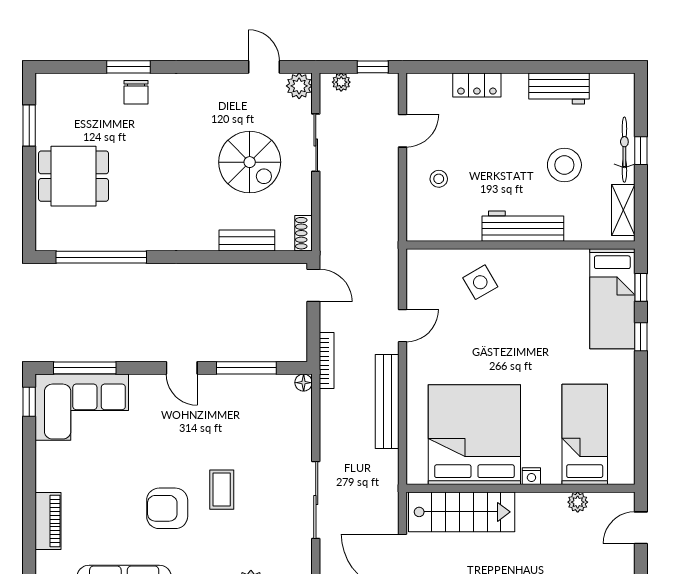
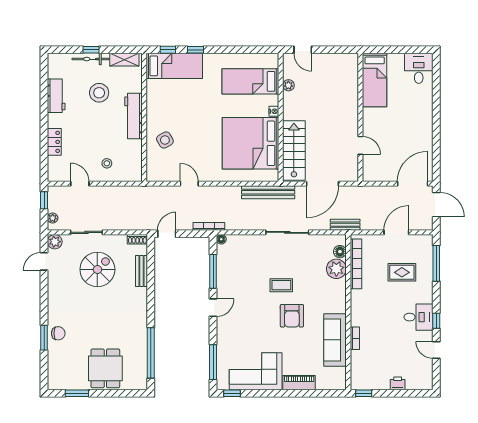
bench: (387, 401) -> (268, 192), moved
corner sofa: (82, 407) -> (256, 371), moved, turned -90

